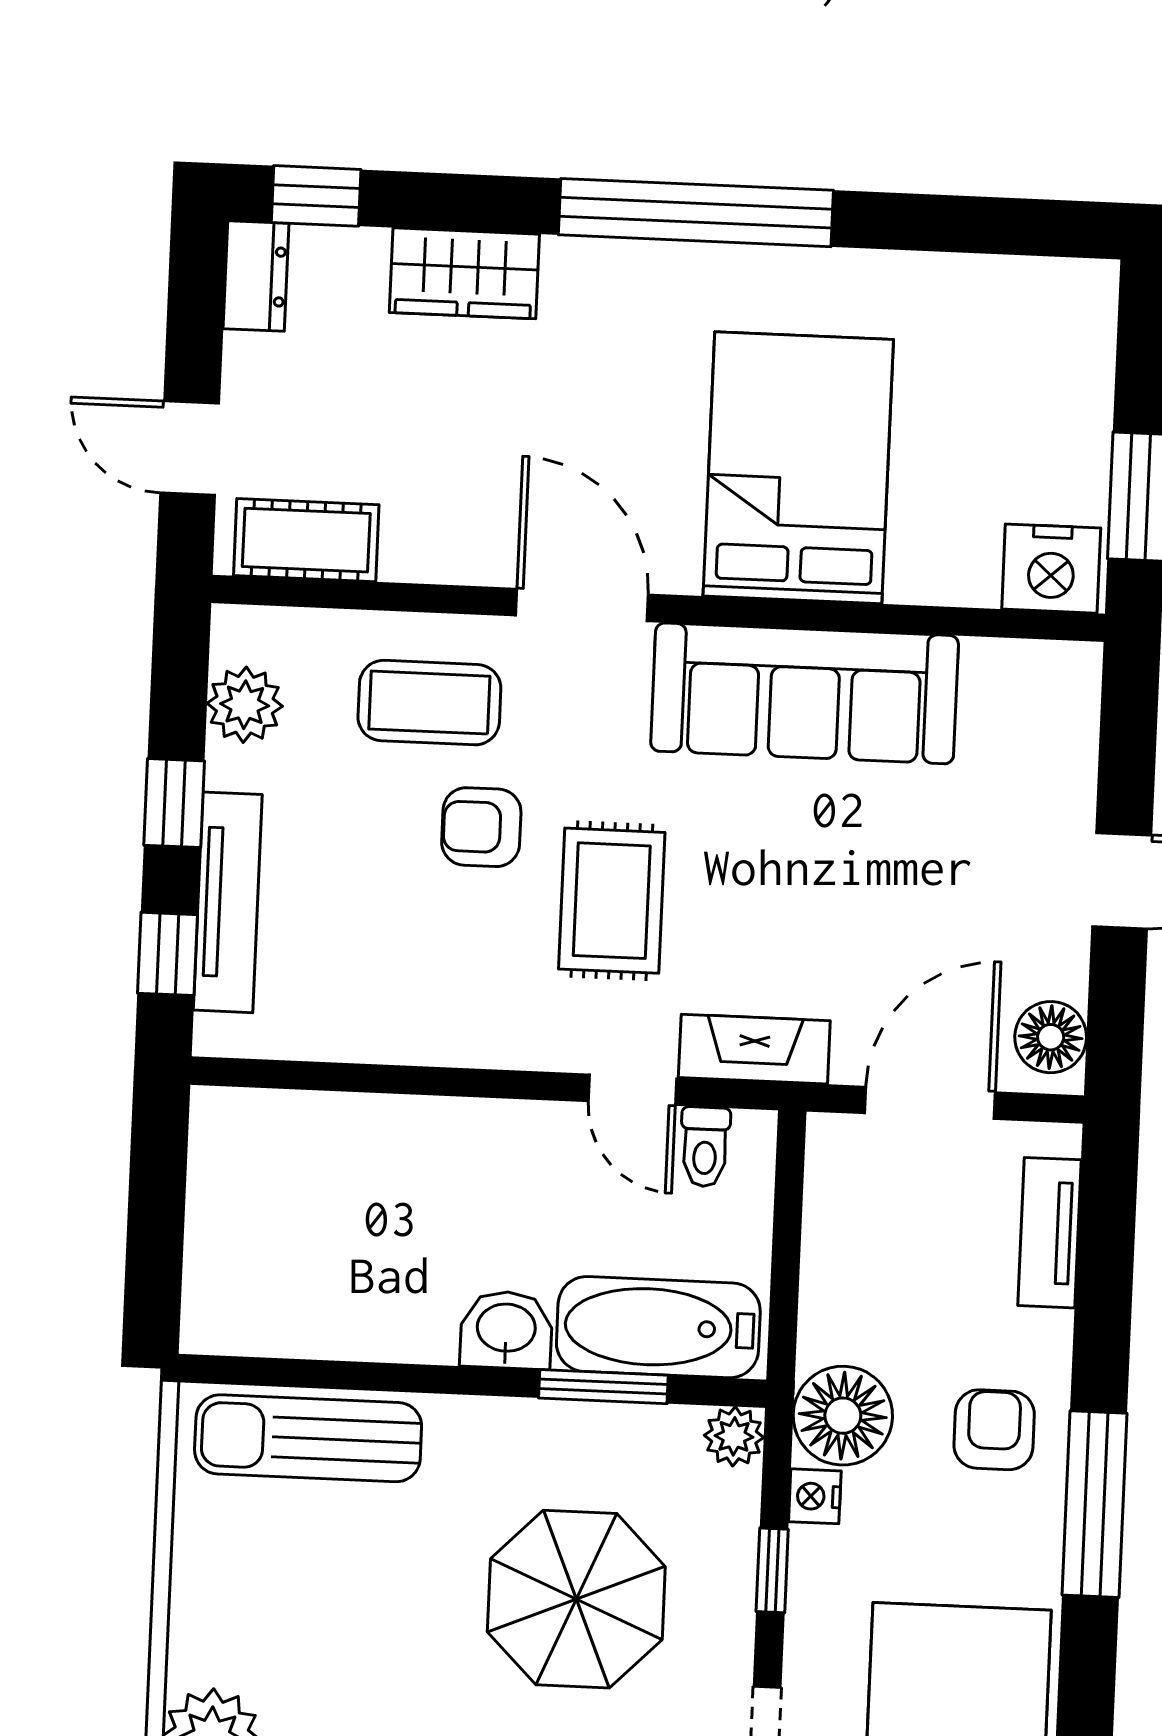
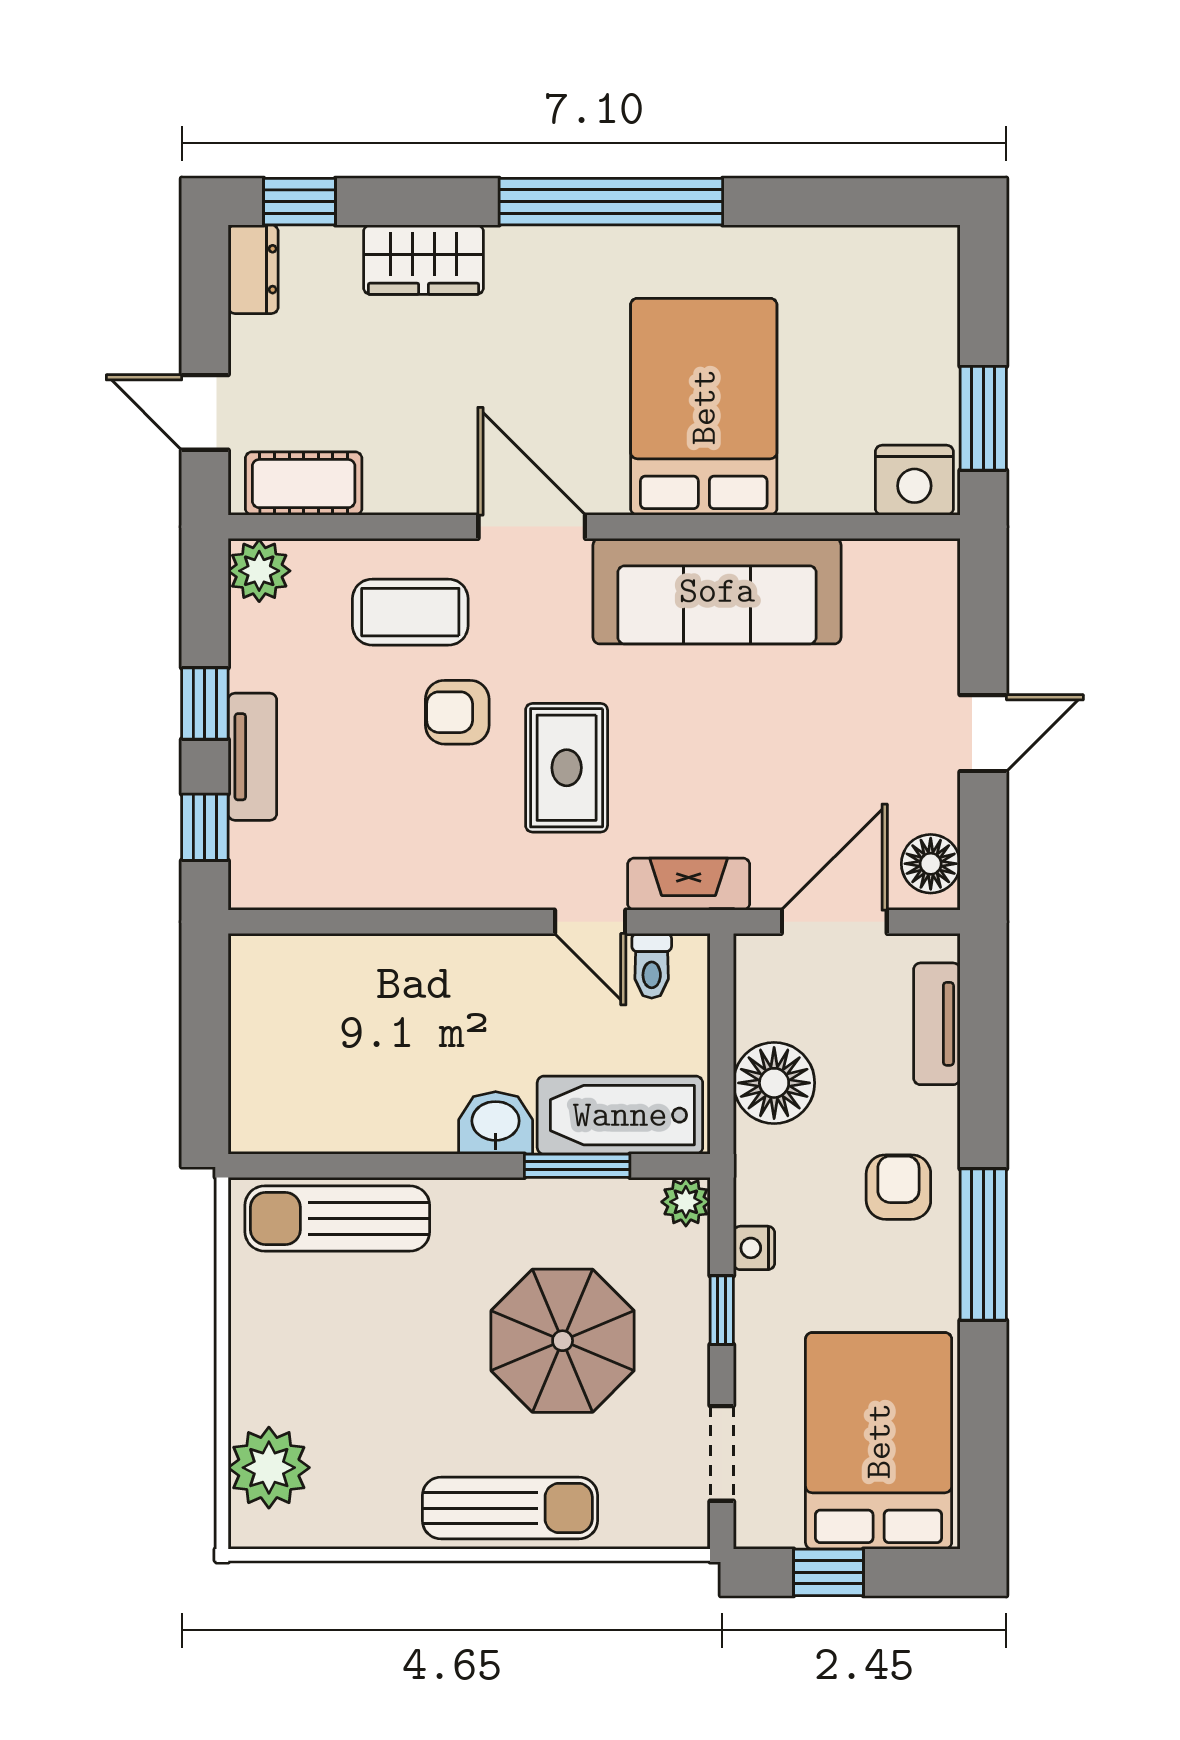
plant: (245, 705) -> (259, 571), moved
tv unit: (228, 902) -> (252, 757), width x0.71
floor lamp: (843, 1416) -> (774, 1083), moved

